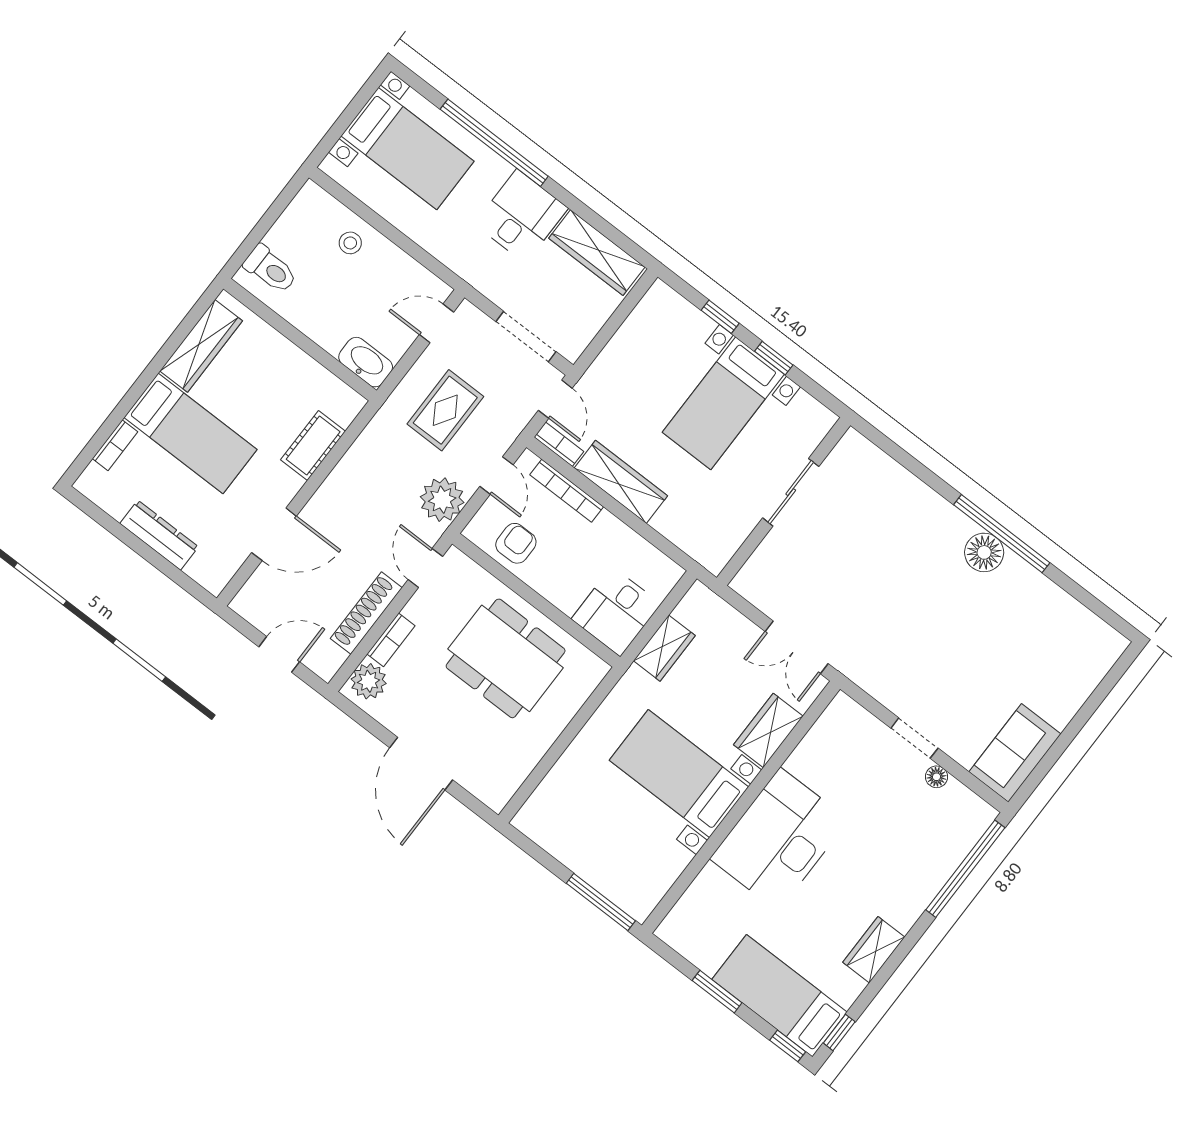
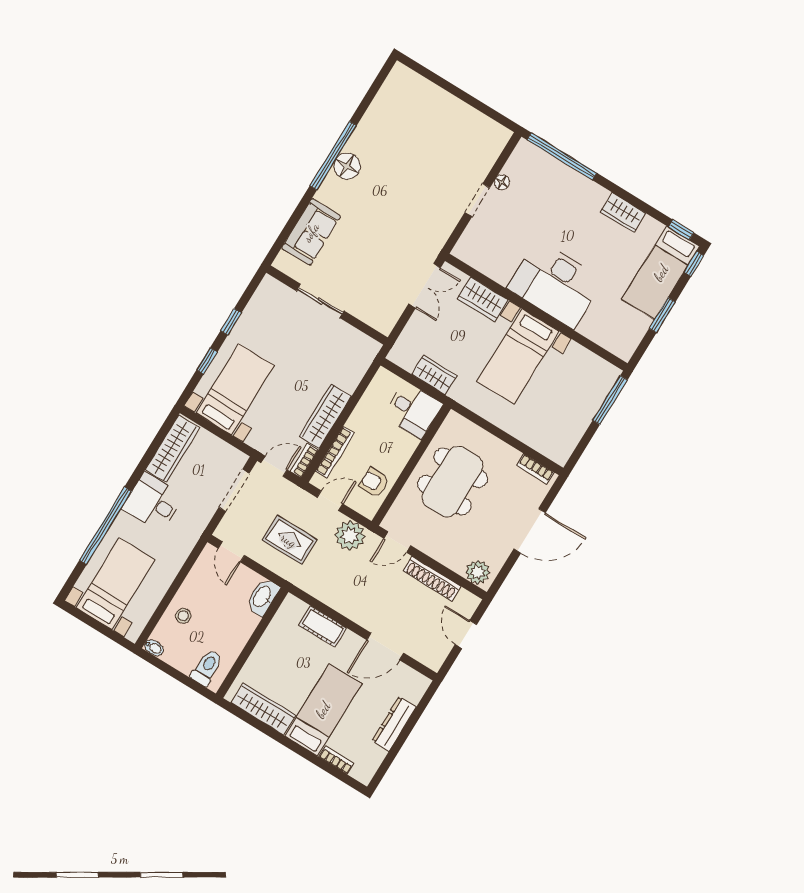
bidet: (308, 195) -> (154, 648), added
bed with nightstands: (723, 403) -> (235, 389), moved, turned -90
door: (274, 534) -> (385, 646), swing flipped
bookcase: (391, 640) -> (535, 469), moved, turned 180
sofa: (1015, 753) -> (311, 232), moved, turned -90

